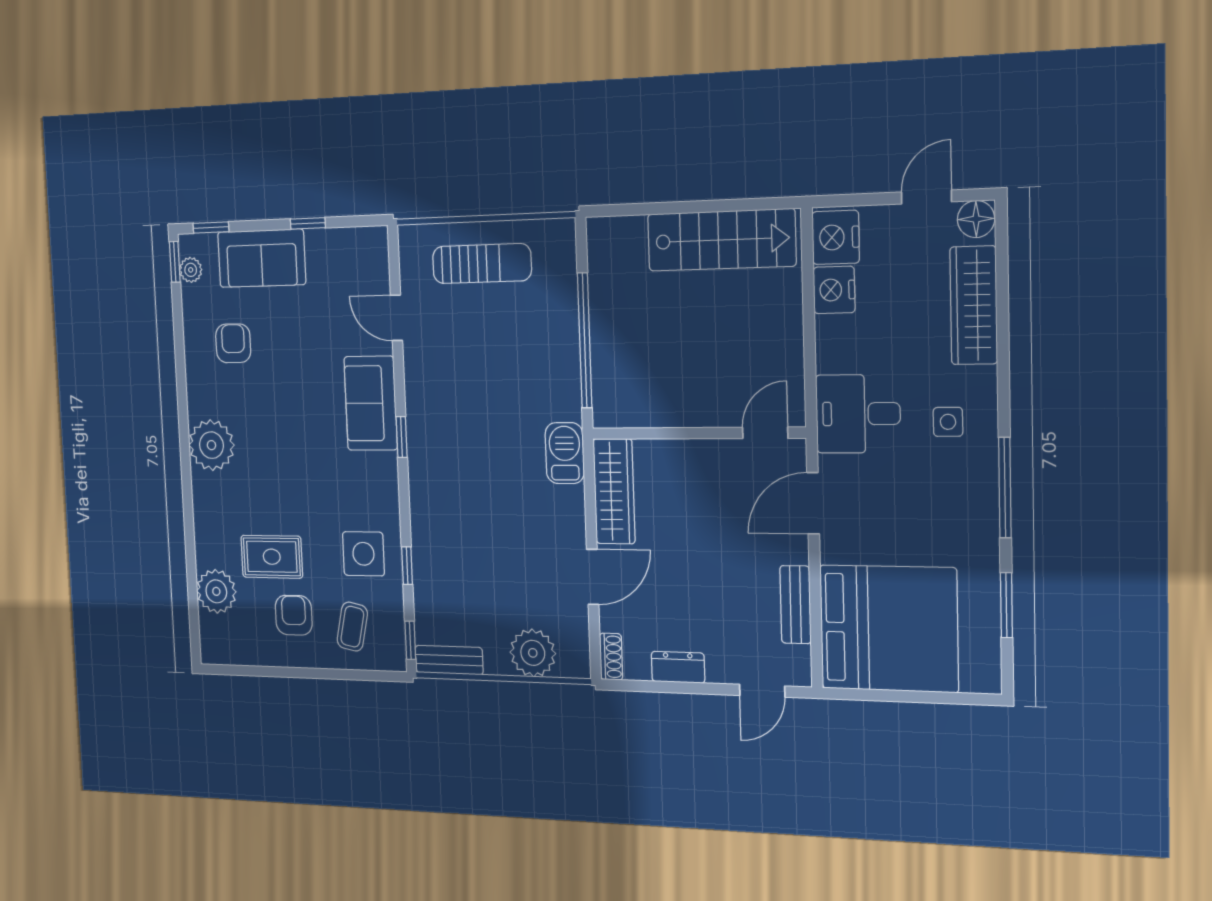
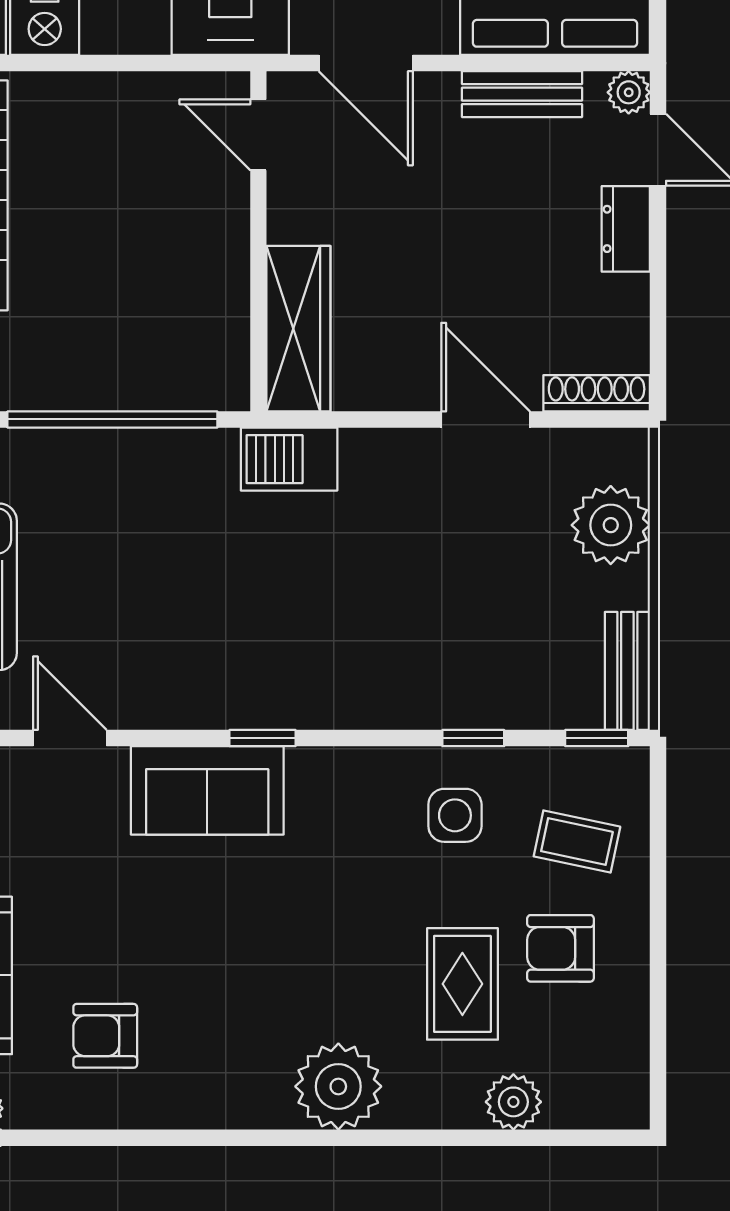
door: (396, 318) -> (70, 738), swing flipped
plant: (211, 445) -> (338, 1086), moved
wardrobe: (614, 491) -> (298, 329), moved, turned 90
side table: (363, 554) -> (455, 815), width x0.73, depth x0.73
plant: (216, 591) -> (513, 1102), width x0.73, depth x0.73
shoe rack: (611, 657) -> (597, 393), width x1.43
dresser: (678, 667) -> (626, 229), moved
plant: (798, 673) -> (629, 92), added

